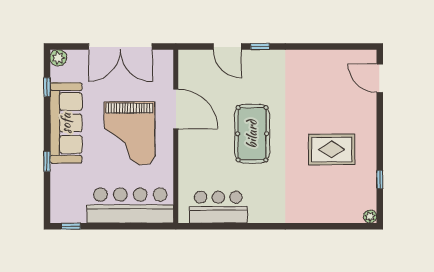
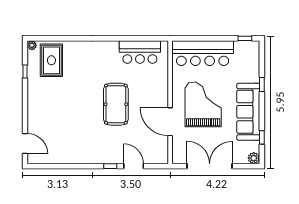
rug: (332, 149) -> (51, 60), moved, turned 90

